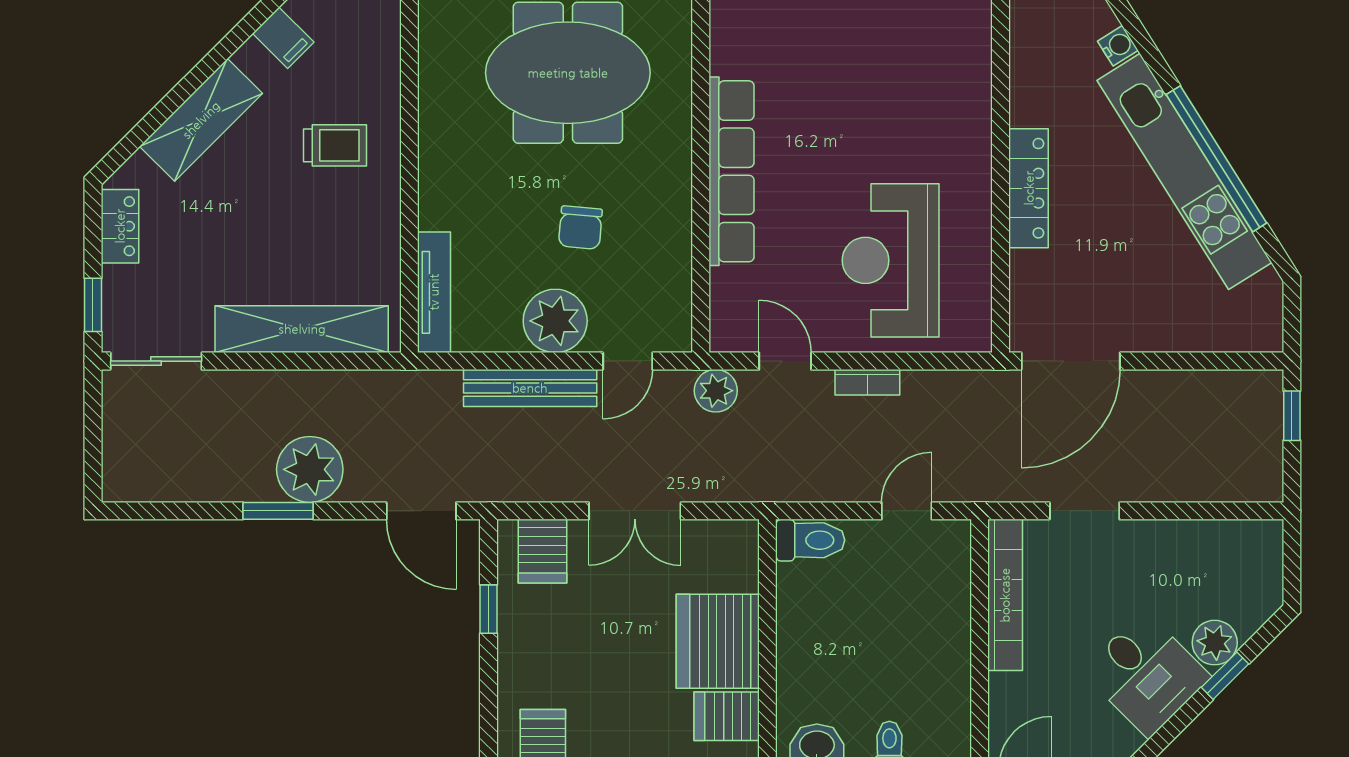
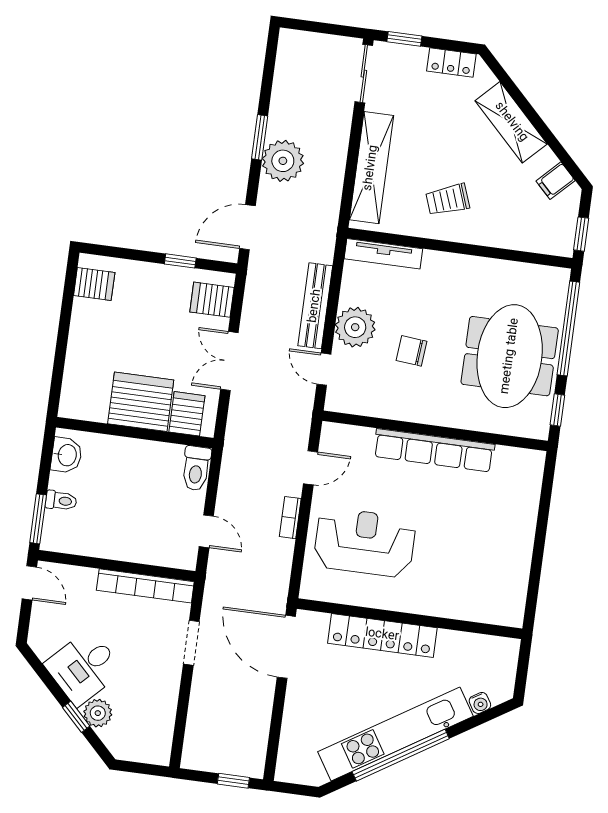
trolley: (335, 145) -> (448, 200), moved, turned 70
locker: (1029, 188) -> (382, 635), width x1.41, depth x1.21
plant: (716, 391) -> (298, 422), removed
server rack: (727, 716) -> (187, 414), moved

